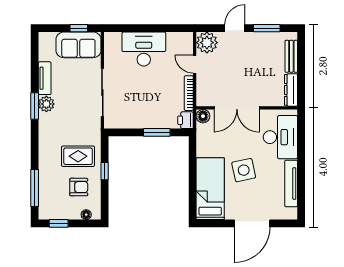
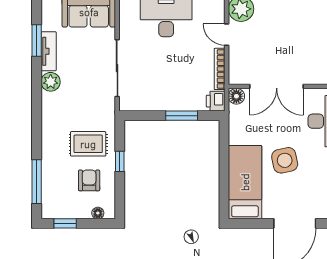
window: (35, 106) -> (37, 40), moved
armchair: (79, 187) -> (89, 180), turned -90

